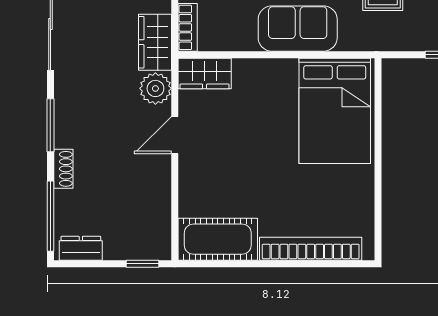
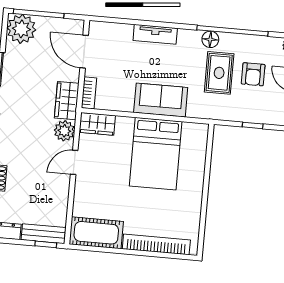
bed: (335, 111) -> (156, 154), moved
bench: (138, 248) -> (43, 234), added

